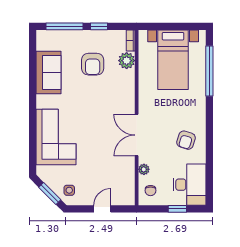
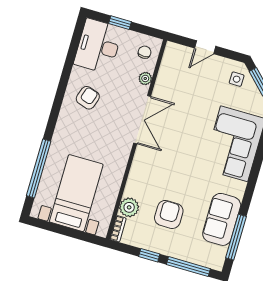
window: (33, 61) -> (236, 237), added

